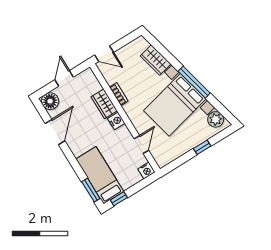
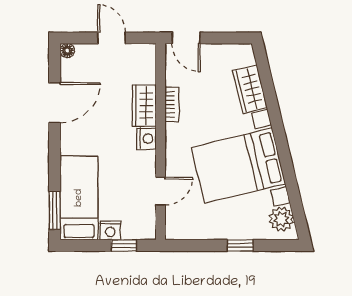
door: (64, 78) -> (112, 38), hinge flipped
window: (194, 82) -> (283, 151), removed
floor lamp: (50, 101) -> (67, 51), width x0.53, depth x0.53
nightstand: (146, 171) -> (110, 230), moved
window: (119, 199) -> (124, 245), moved

